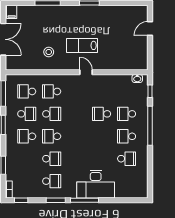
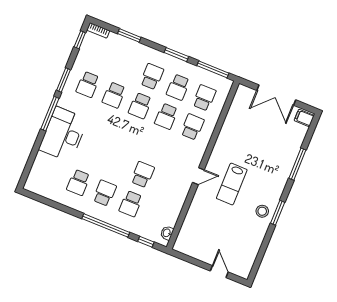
lab bench: (82, 45) -> (232, 184), turned 180
stool: (49, 52) -> (262, 211), moved
school desk: (127, 114) -> (131, 204), turned 180
school desk: (52, 136) -> (140, 106), turned 180

